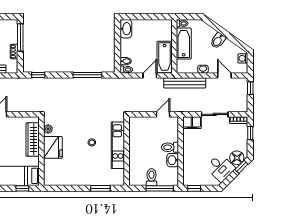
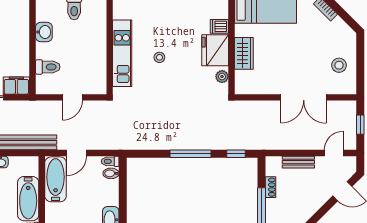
window: (87, 75) -> (191, 154), moved
door: (163, 114) -> (72, 97), moved
wardrobe: (33, 140) -> (244, 53), width x0.67
toilet: (170, 147) -> (48, 67), moved
dishwasher: (50, 164) -> (219, 26), added

